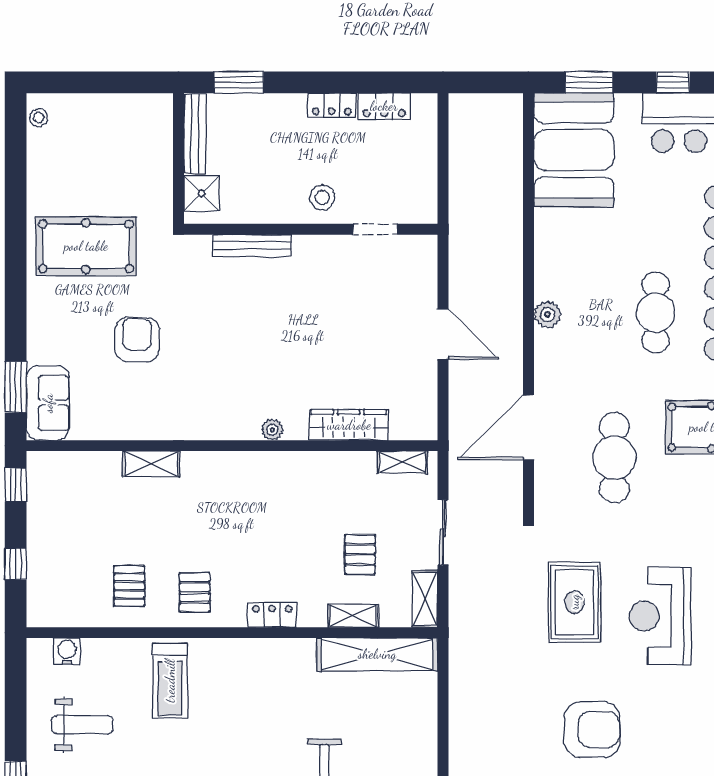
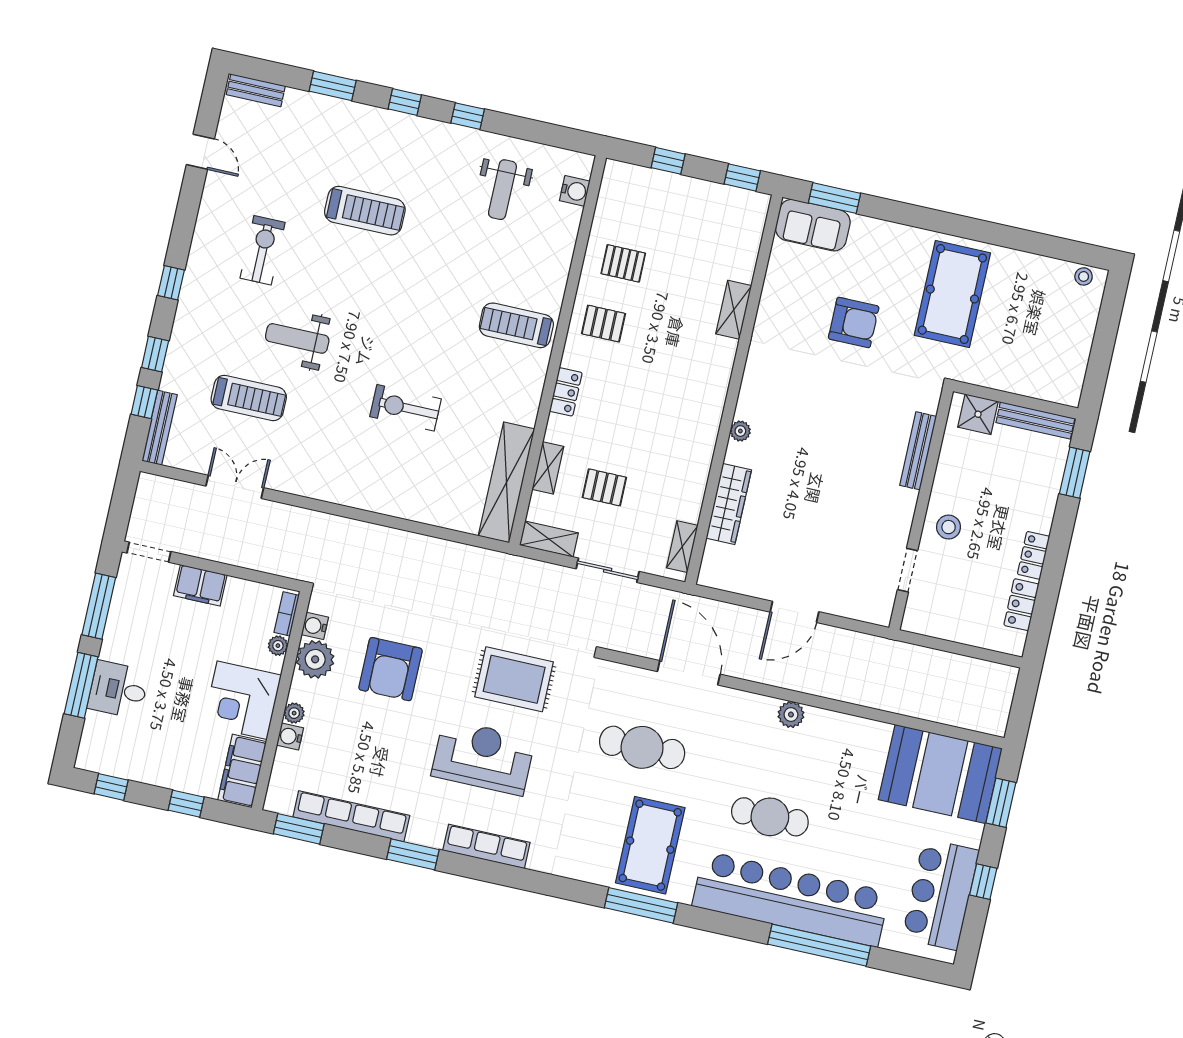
treadmill: (170, 681) -> (516, 325), moved

